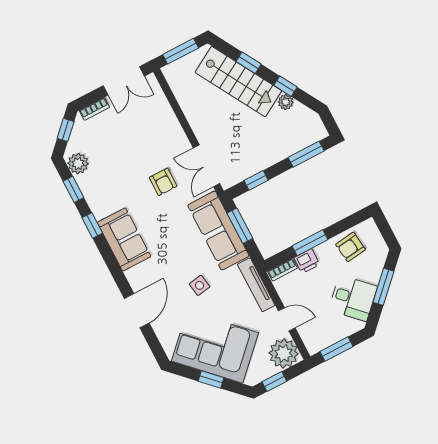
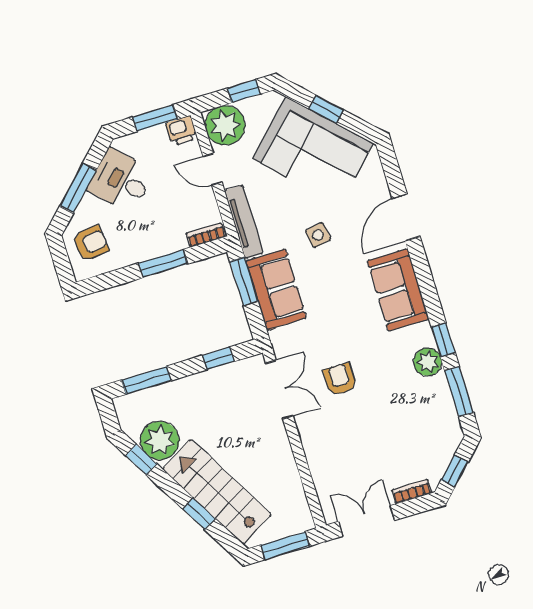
window: (286, 86) -> (141, 460), moved
plant: (286, 102) -> (160, 441), width x1.88, depth x1.88
plant: (78, 164) -> (428, 362), moved
window: (73, 189) -> (459, 391), width x1.50
window: (240, 226) -> (244, 281), moved
sofa: (218, 231) -> (276, 290), width x0.73
sofa: (124, 240) -> (398, 290), moved
armchair: (351, 247) -> (91, 243), moved
printer: (307, 261) -> (182, 131), moved, turned 180

